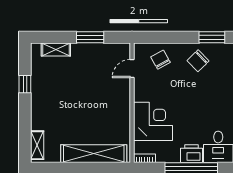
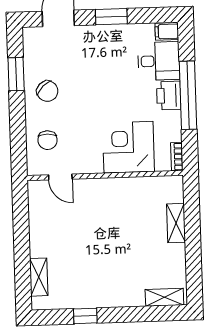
window: (90, 37) -> (21, 233), removed
chair: (160, 60) -> (47, 140), turned -61
shelving: (94, 154) -> (176, 223), width x0.45, depth x0.75

